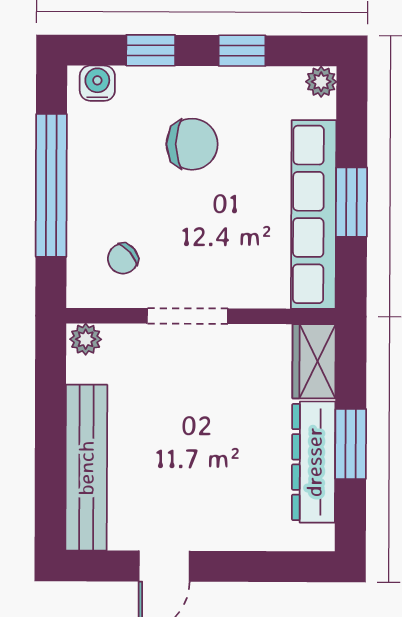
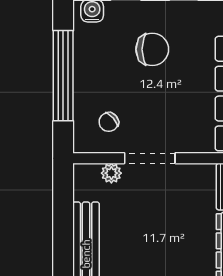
plant: (86, 339) -> (111, 173), moved

